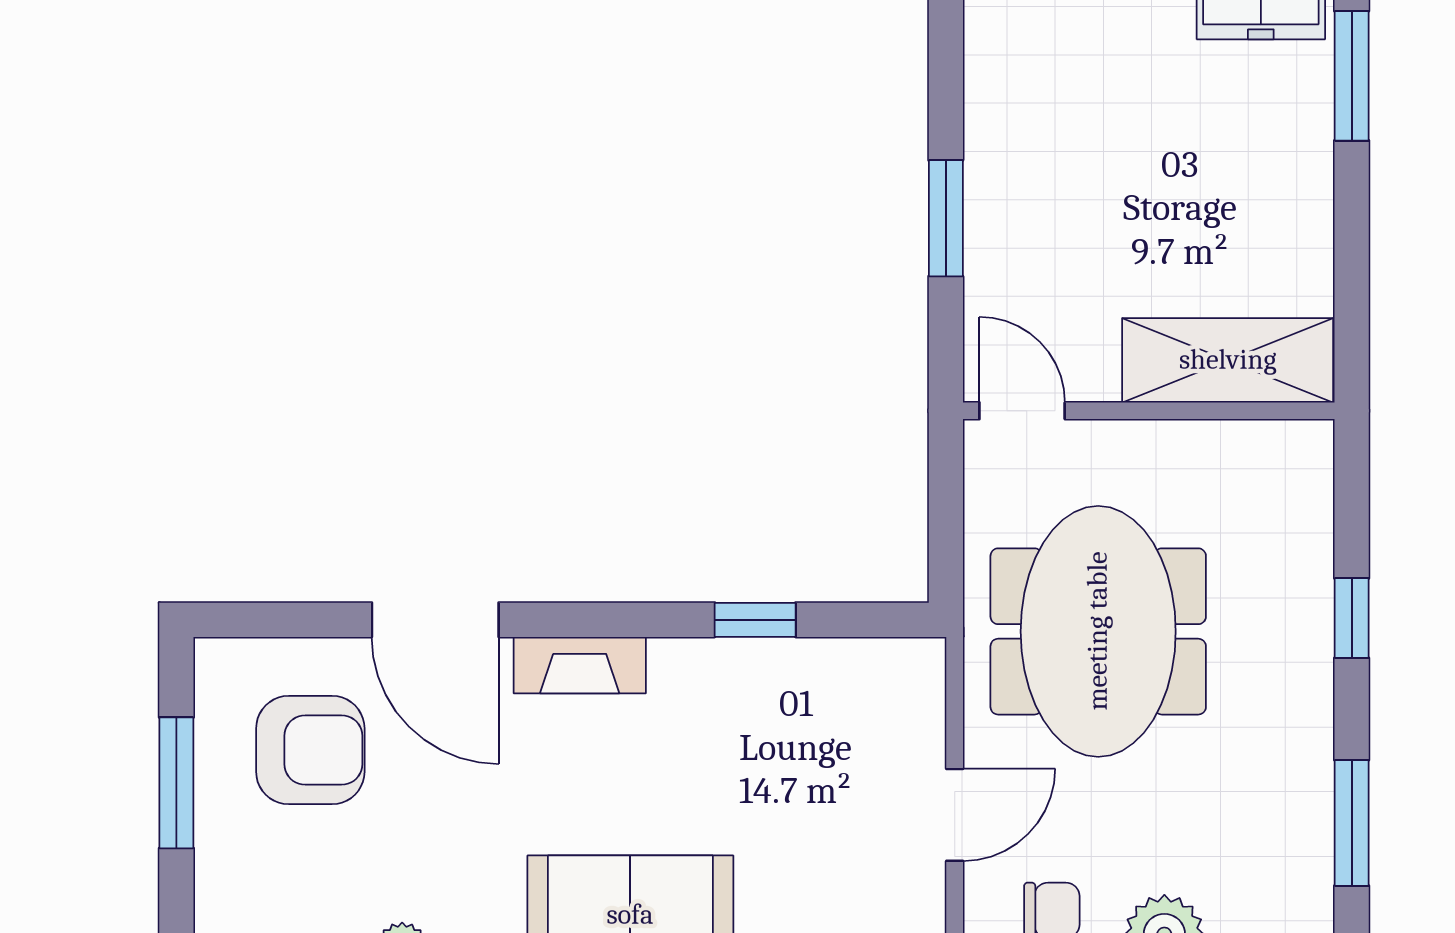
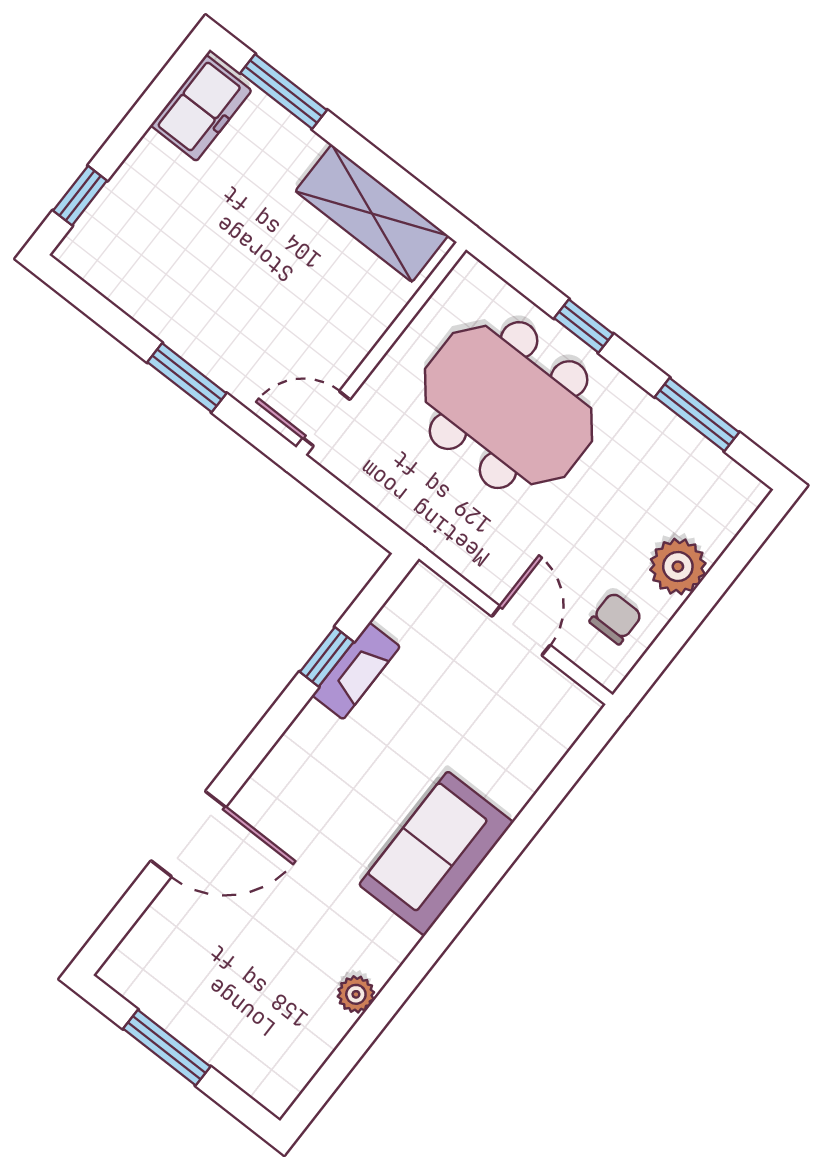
shelving: (1228, 360) -> (372, 213), moved, turned 90
meeting table: (1098, 631) -> (509, 405), moved
fireplace: (580, 665) -> (356, 671), moved
armchair: (310, 750) -> (206, 959), removed

